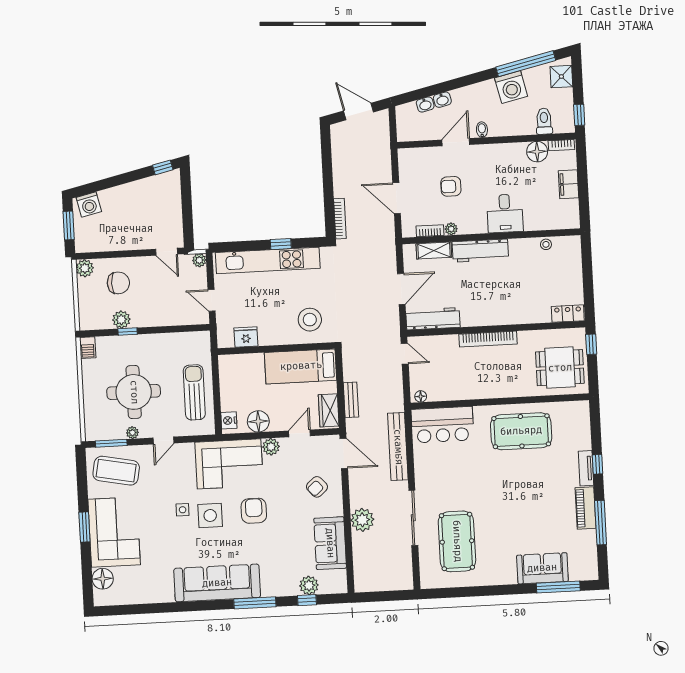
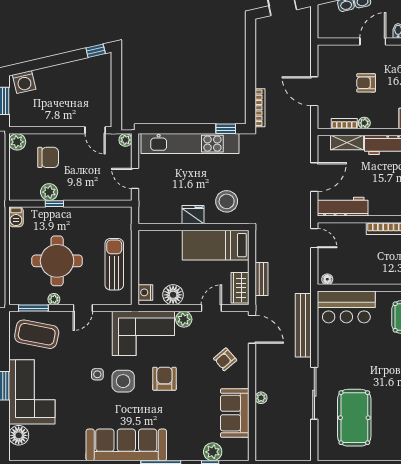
window: (281, 244) -> (226, 129), moved
fridge: (246, 337) -> (193, 215), moved
plant: (362, 520) -> (261, 398), width x0.53, depth x0.53

